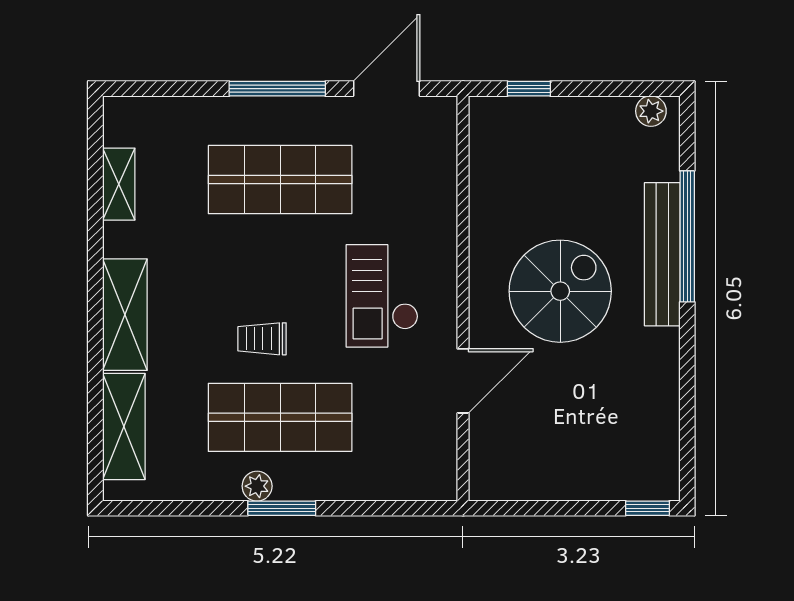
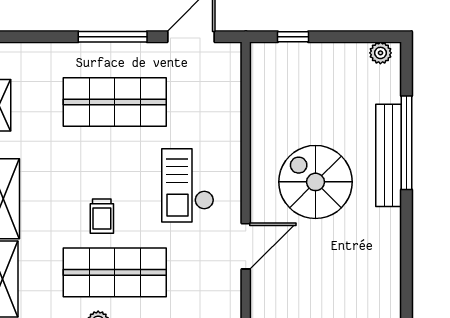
spiral stairs: (560, 291) -> (315, 182), turned -90
trolley: (262, 339) -> (102, 216), turned -90

